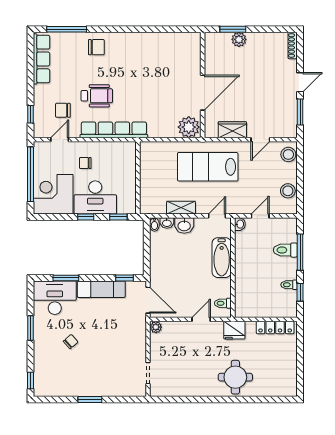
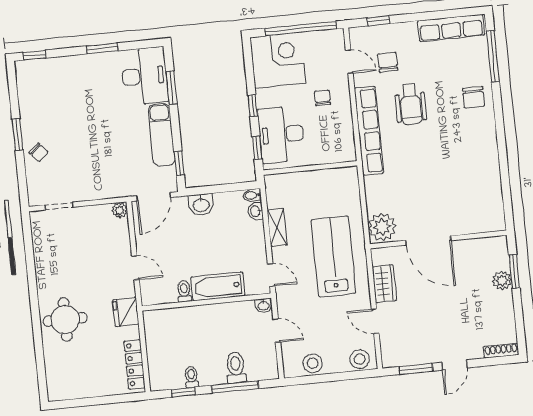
door: (300, 82) -> (454, 365), hinge flipped
desk: (95, 197) -> (281, 134), moved
washbasin: (184, 226) -> (201, 205), moved, turned -90
toilet: (223, 303) -> (184, 291), moved
chair: (71, 342) -> (39, 152), moved

